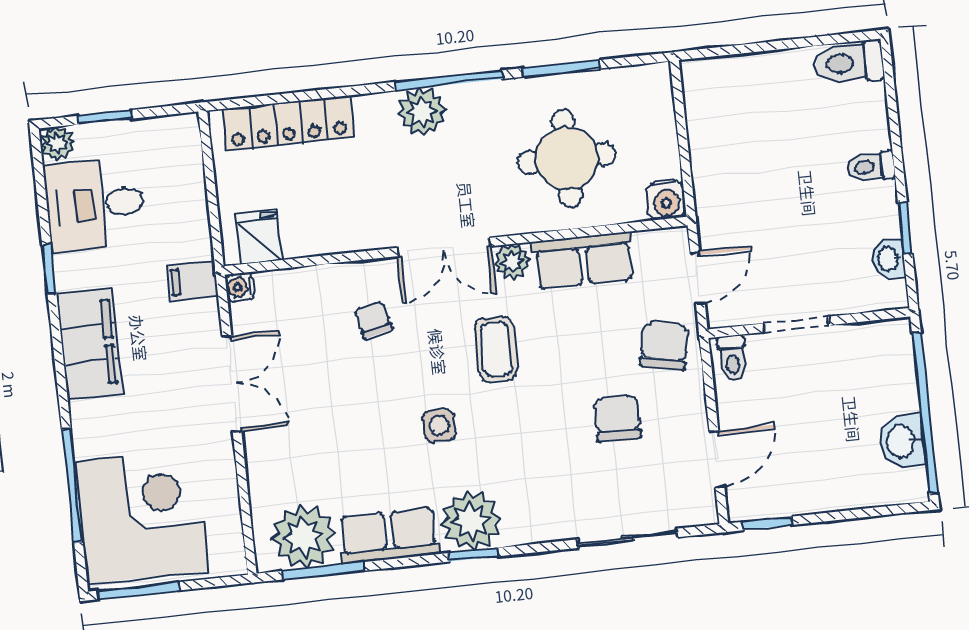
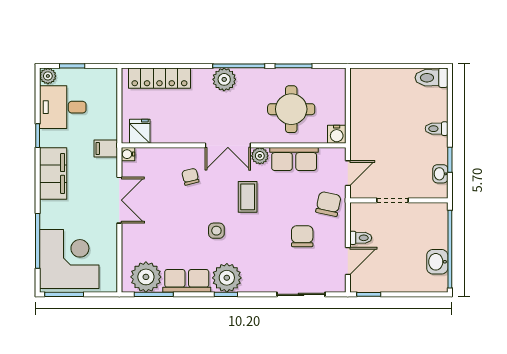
toilet: (732, 358) -> (361, 238), moved, turned -90

